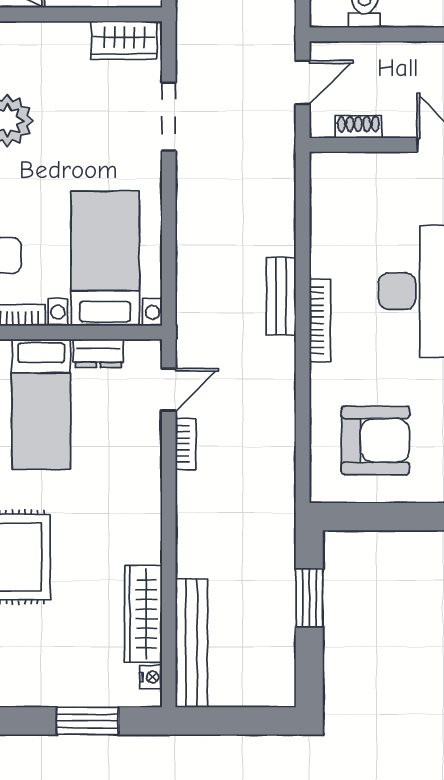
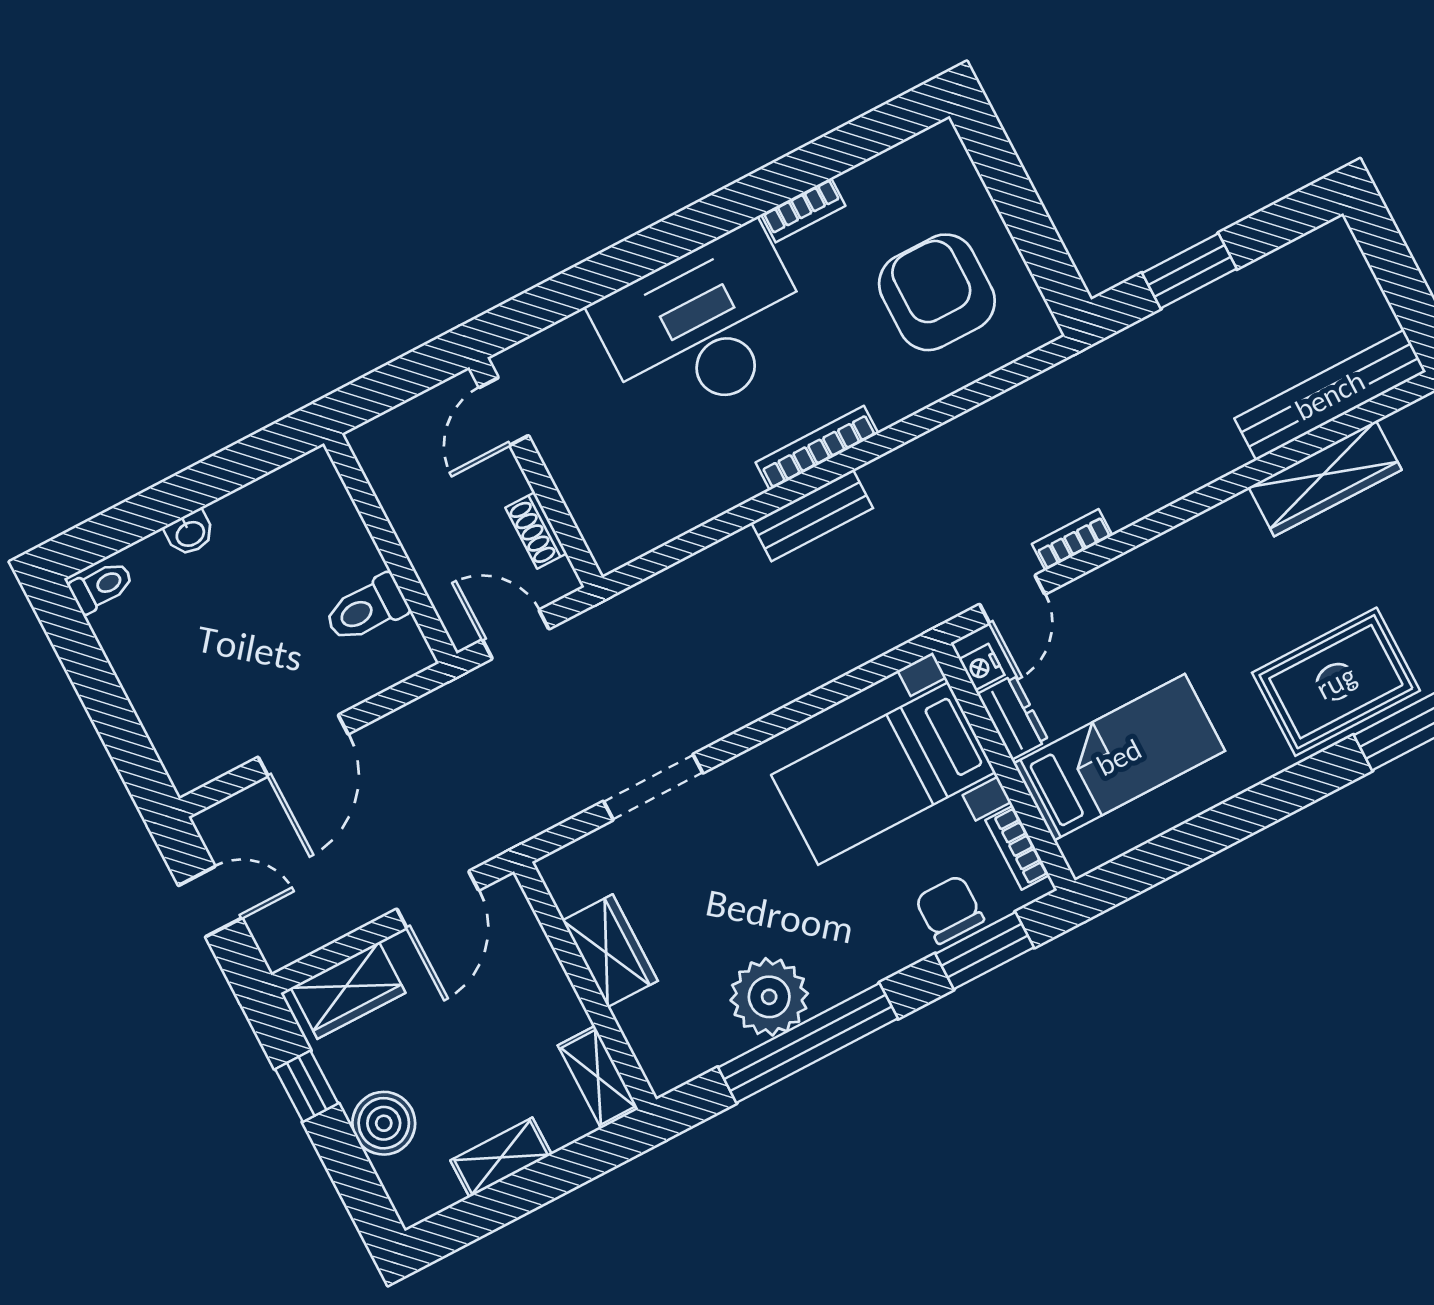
wardrobe: (124, 40) -> (610, 951), moved
door: (169, 390) -> (1012, 599), swing flipped
nightstand: (151, 677) -> (982, 667), moved, turned -90

